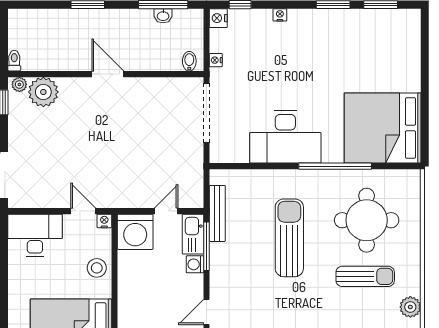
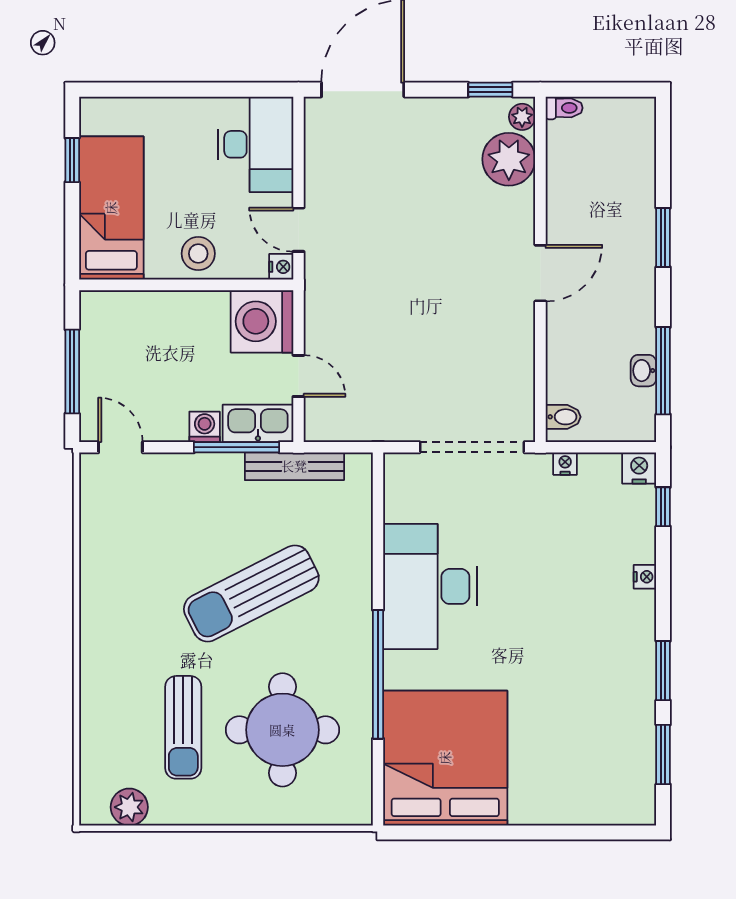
door: (83, 211) -> (299, 230), swing flipped
sun lounger: (289, 238) -> (251, 593), turned 153

